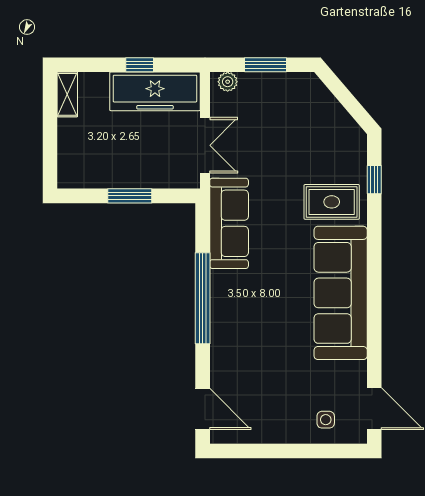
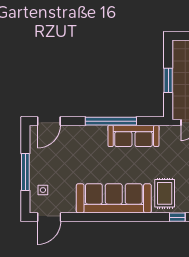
sofa: (229, 223) -> (133, 136), moved
window: (293, 451) -> (25, 172), added

